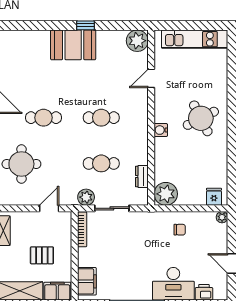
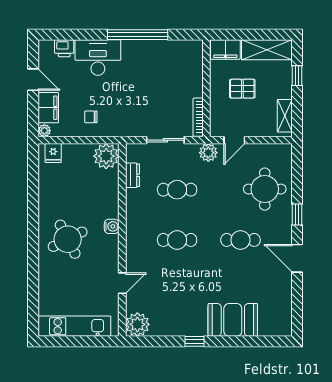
booth: (73, 45) -> (233, 320), moved
plant: (86, 197) -> (208, 153), moved
filing cabinet: (87, 281) -> (48, 108), moved, turned 180

